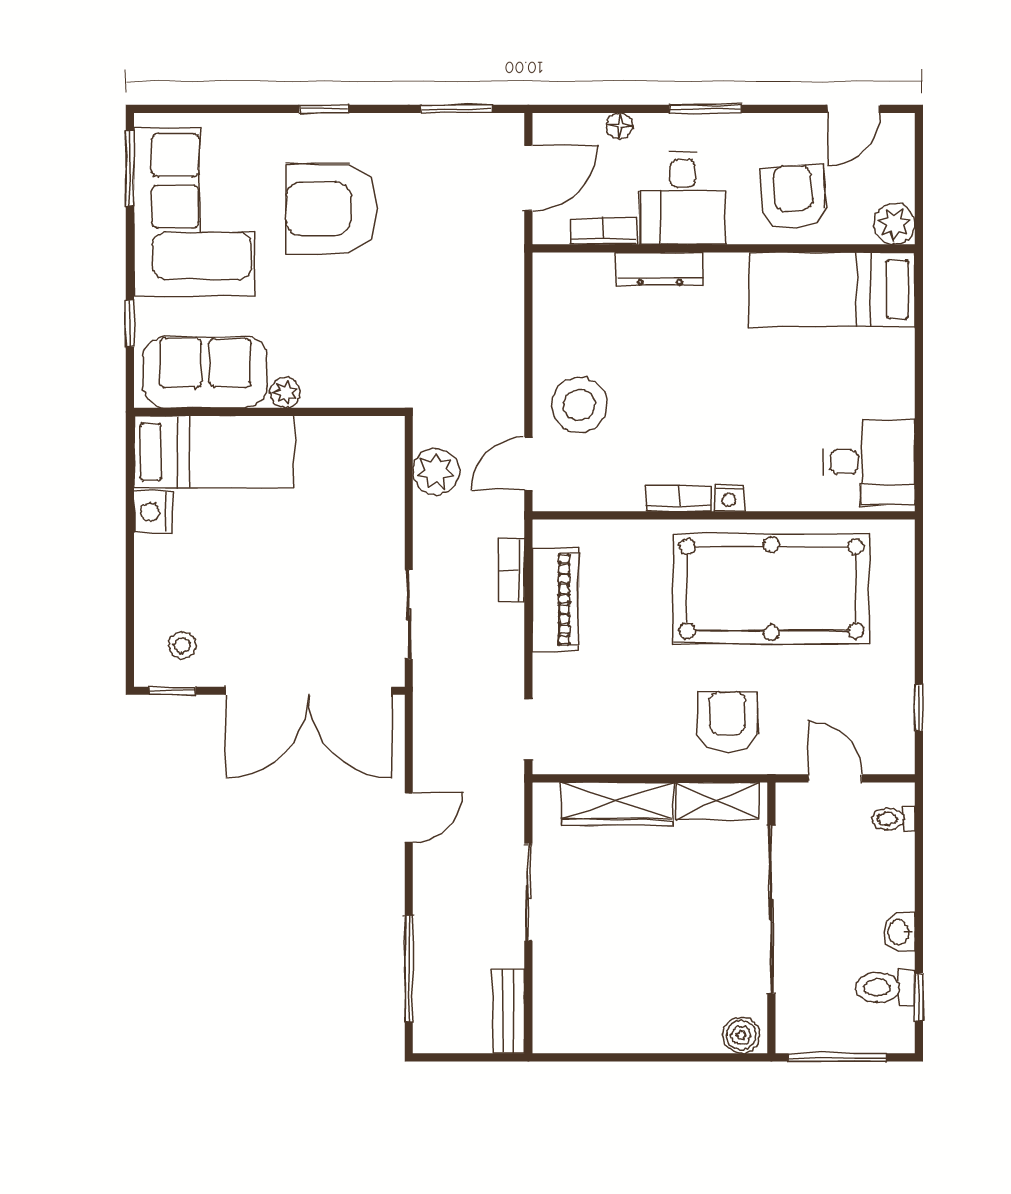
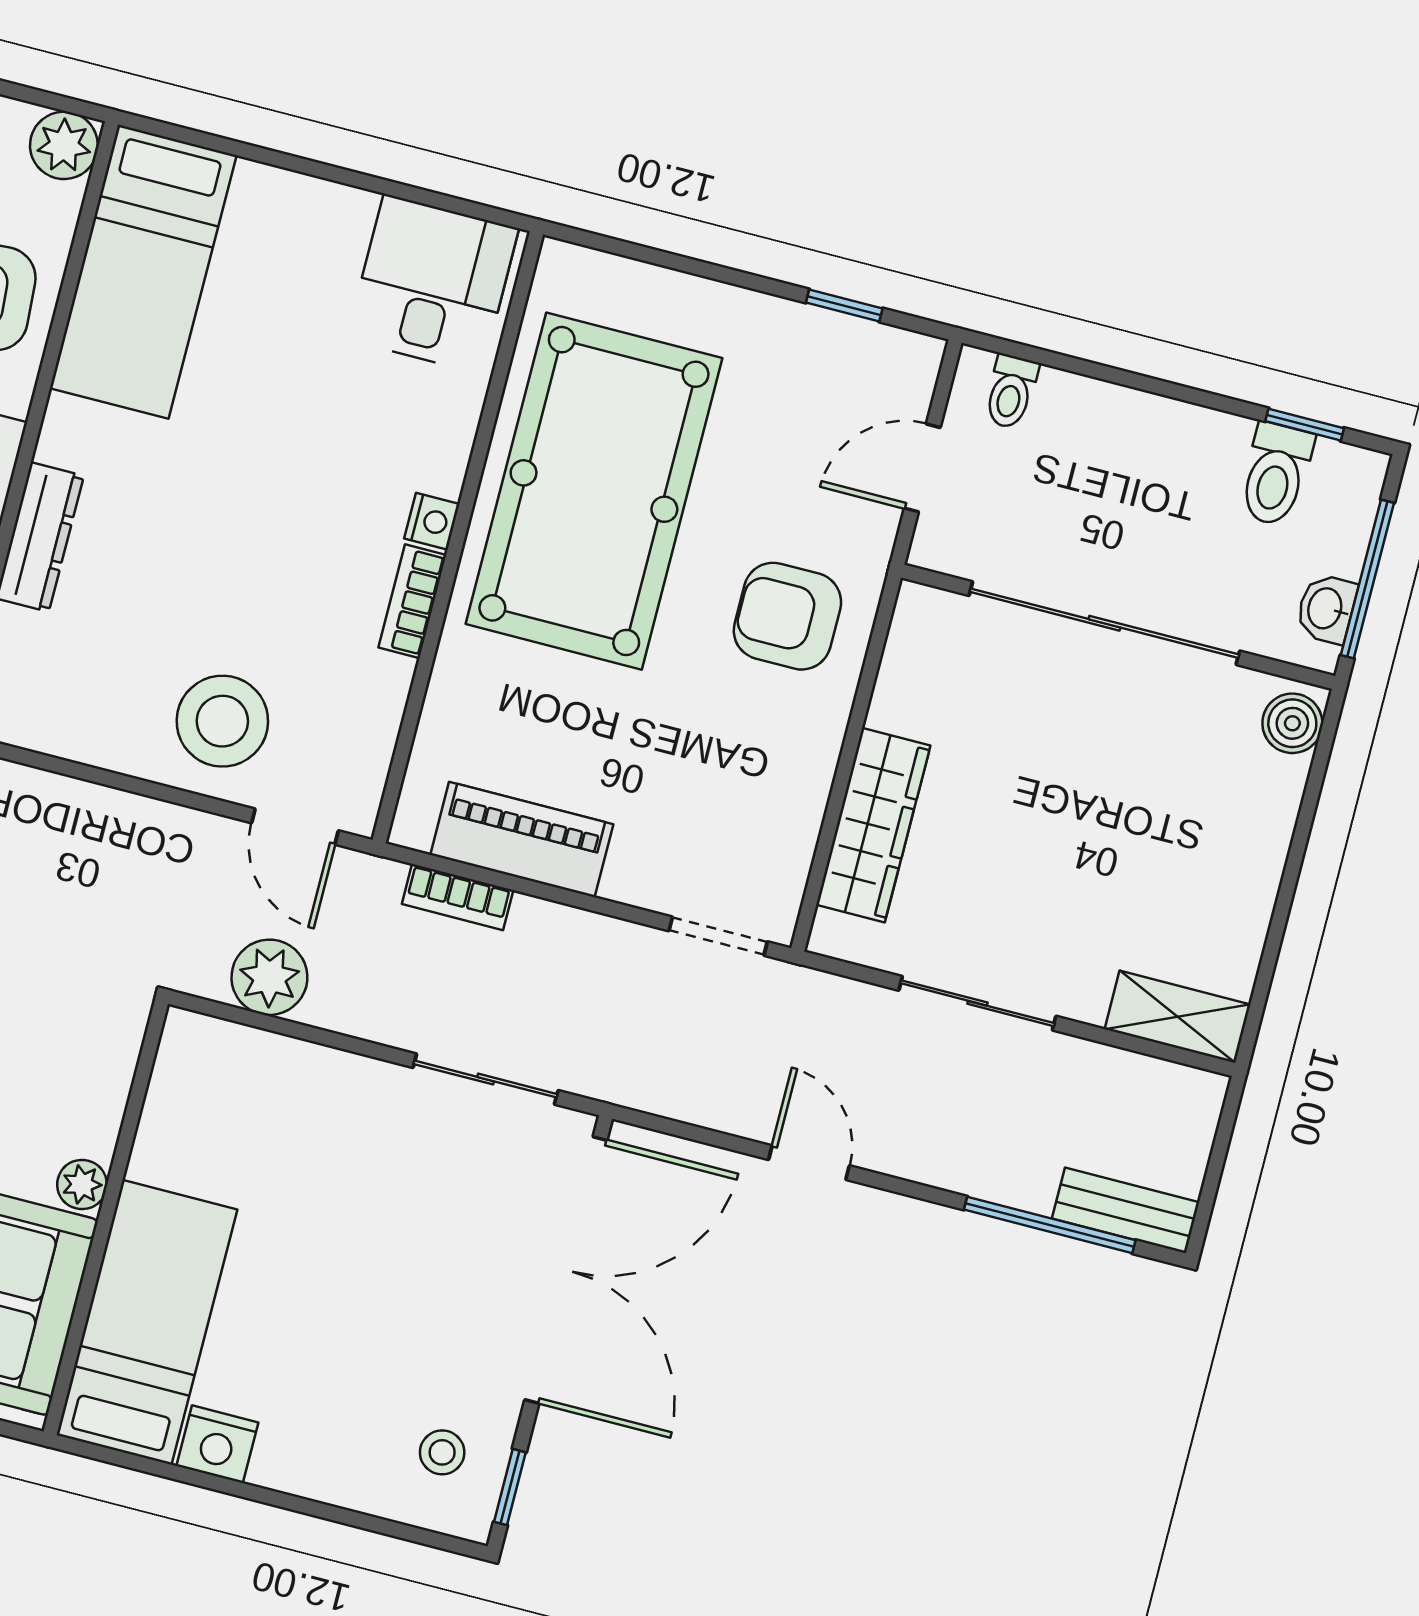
shelving: (717, 801) -> (1178, 1017), moved, turned 90
washbasin: (899, 932) -> (1326, 609), moved, turned 90
bench: (508, 1011) -> (1126, 1210), moved

